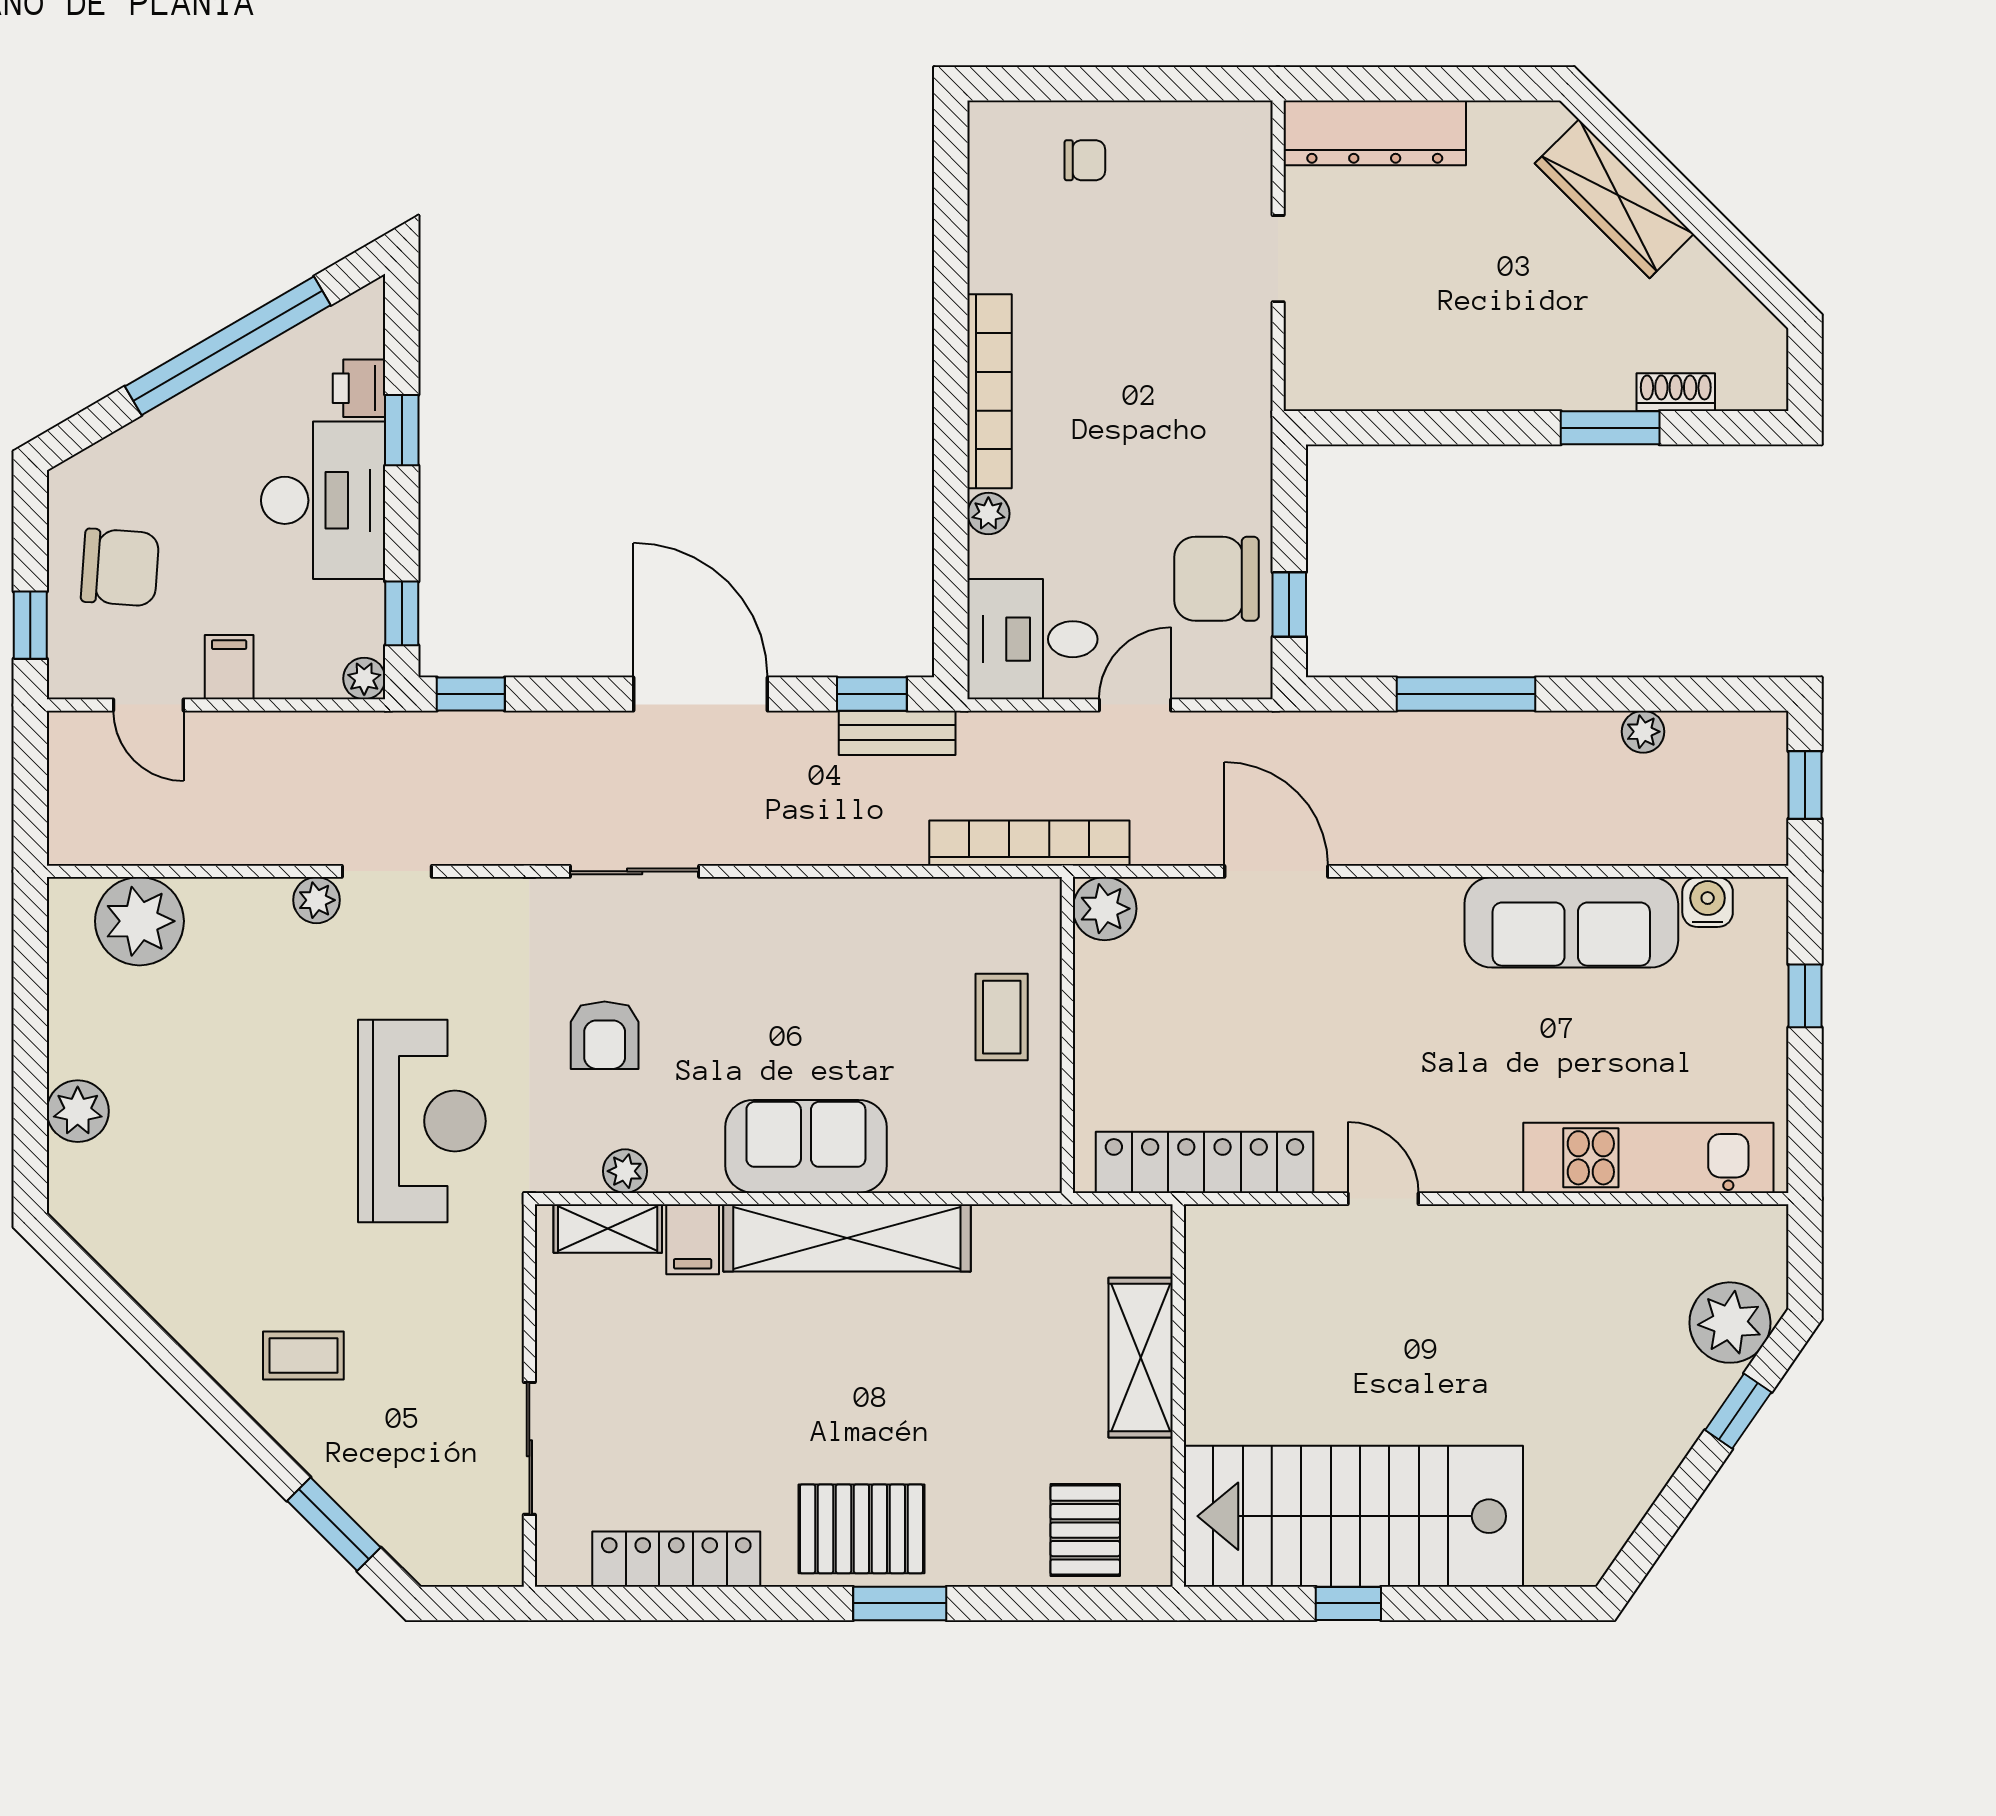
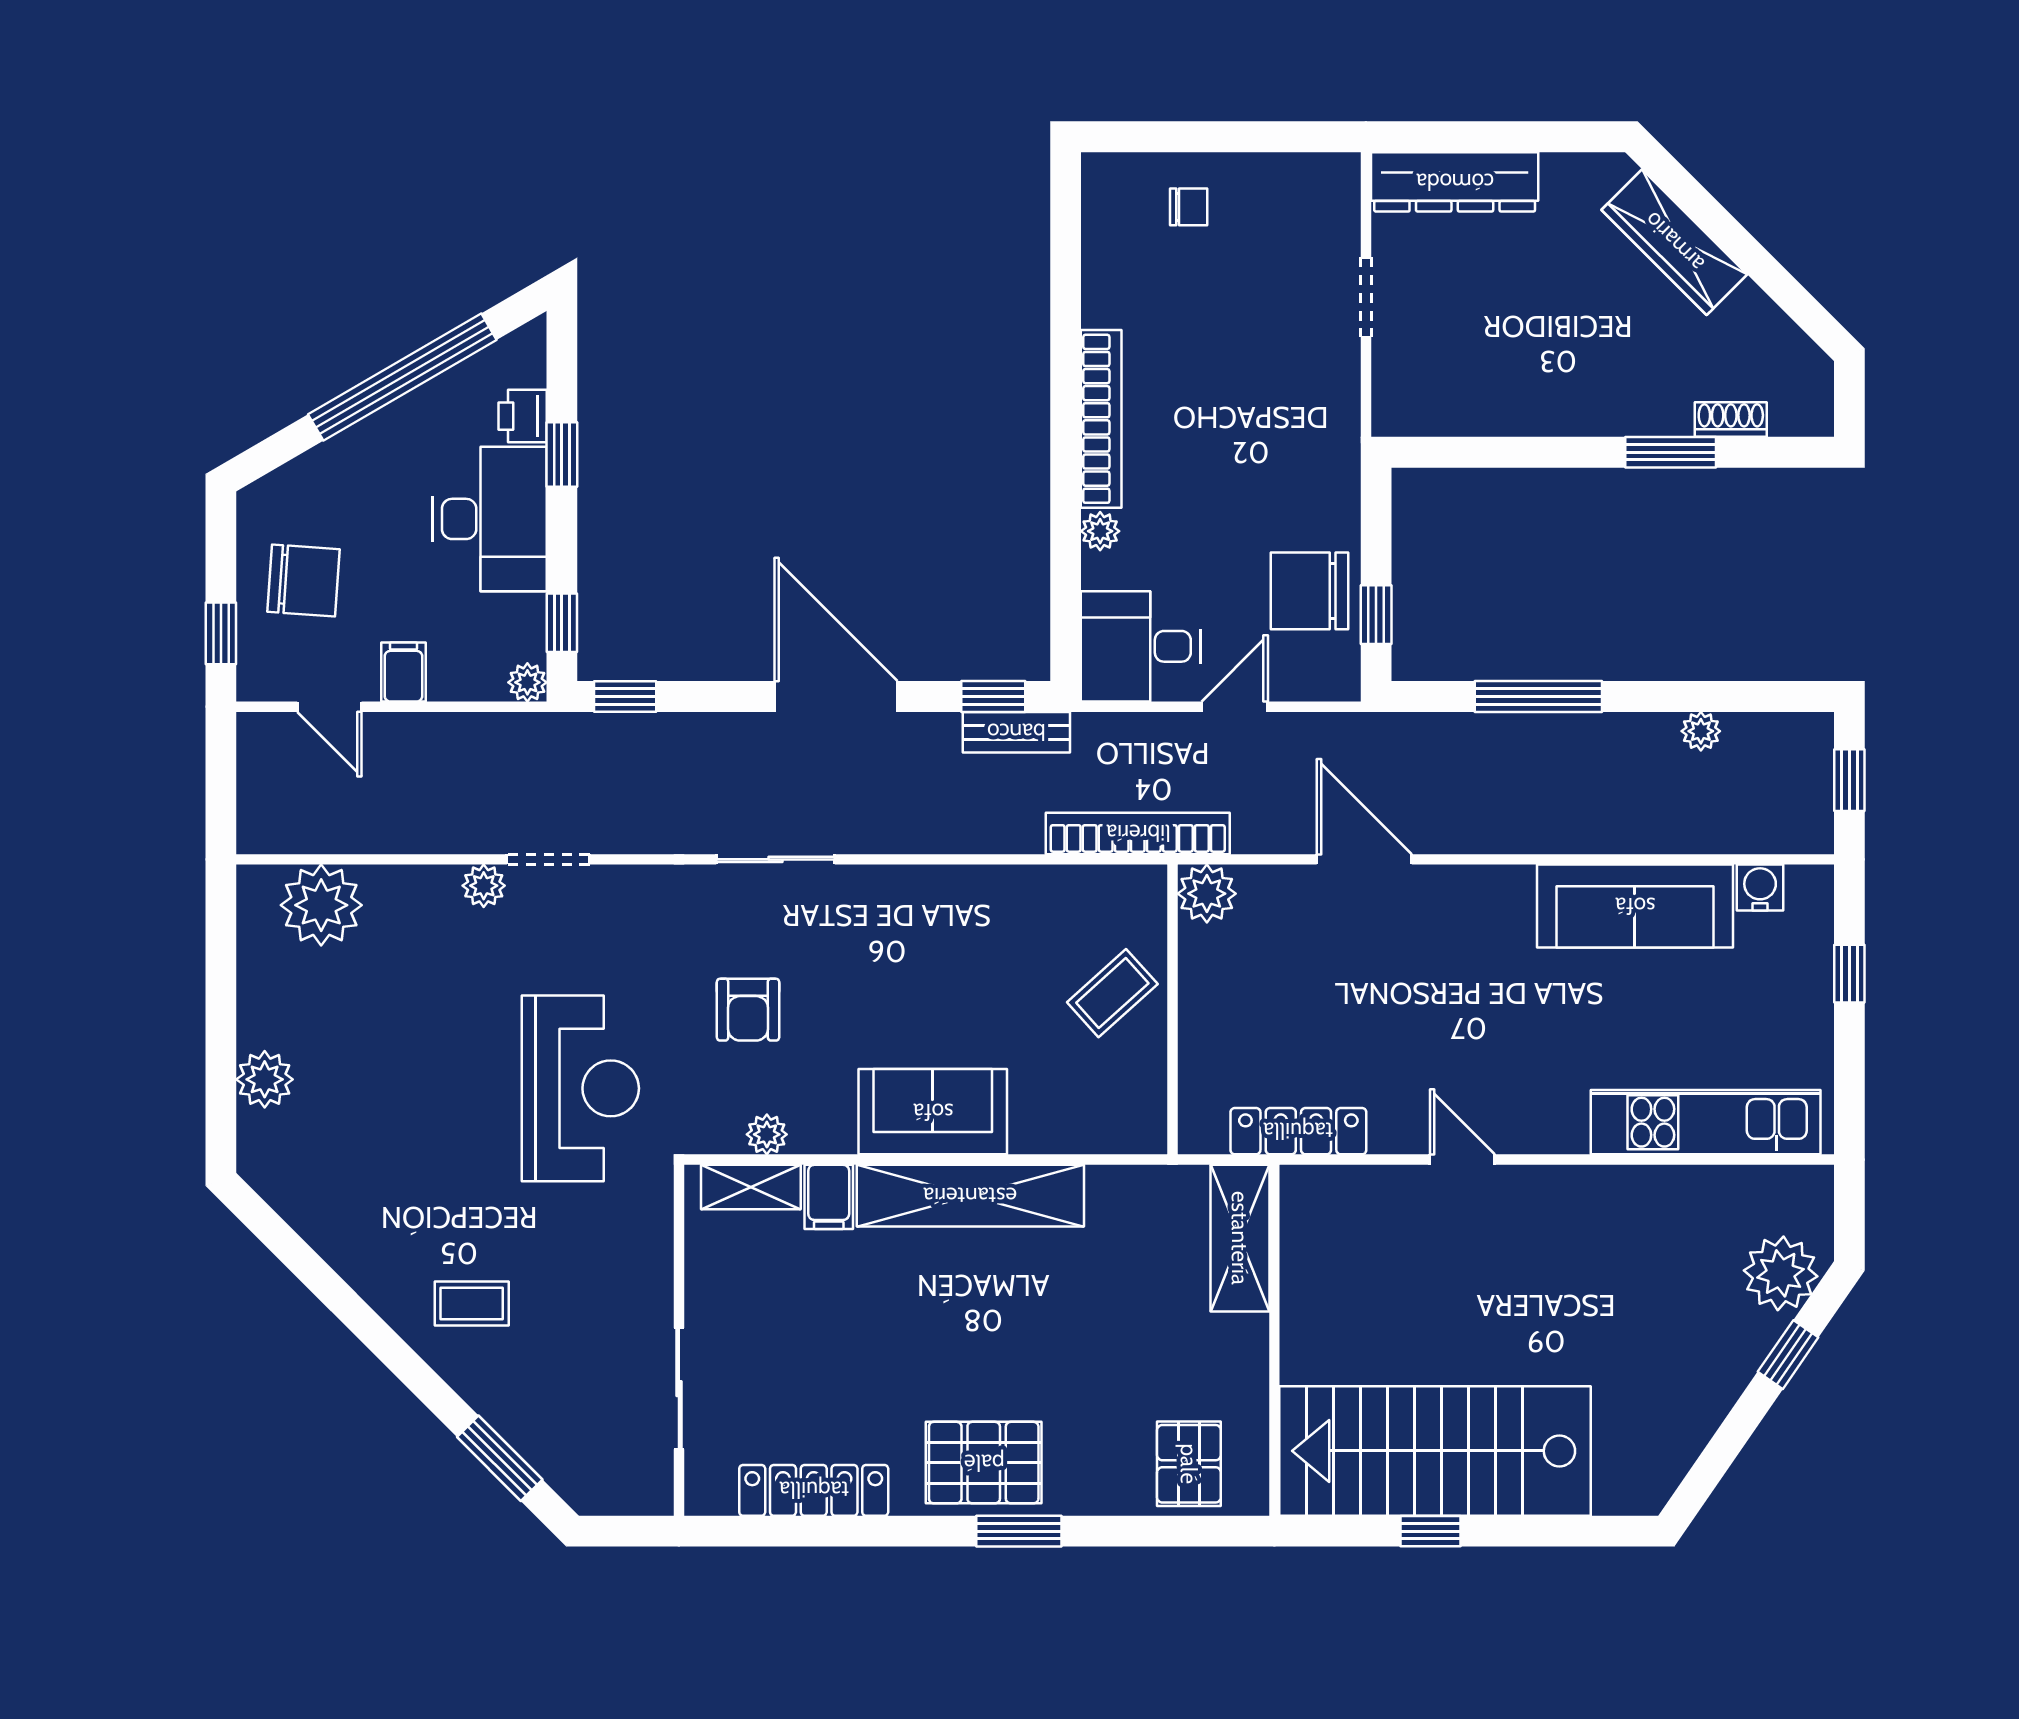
coffee table: (1002, 1017) -> (1112, 993), turned 48
locker: (1204, 1162) -> (1298, 1131), width x0.71, depth x0.83
shelving: (1141, 1358) -> (1240, 1238), moved

